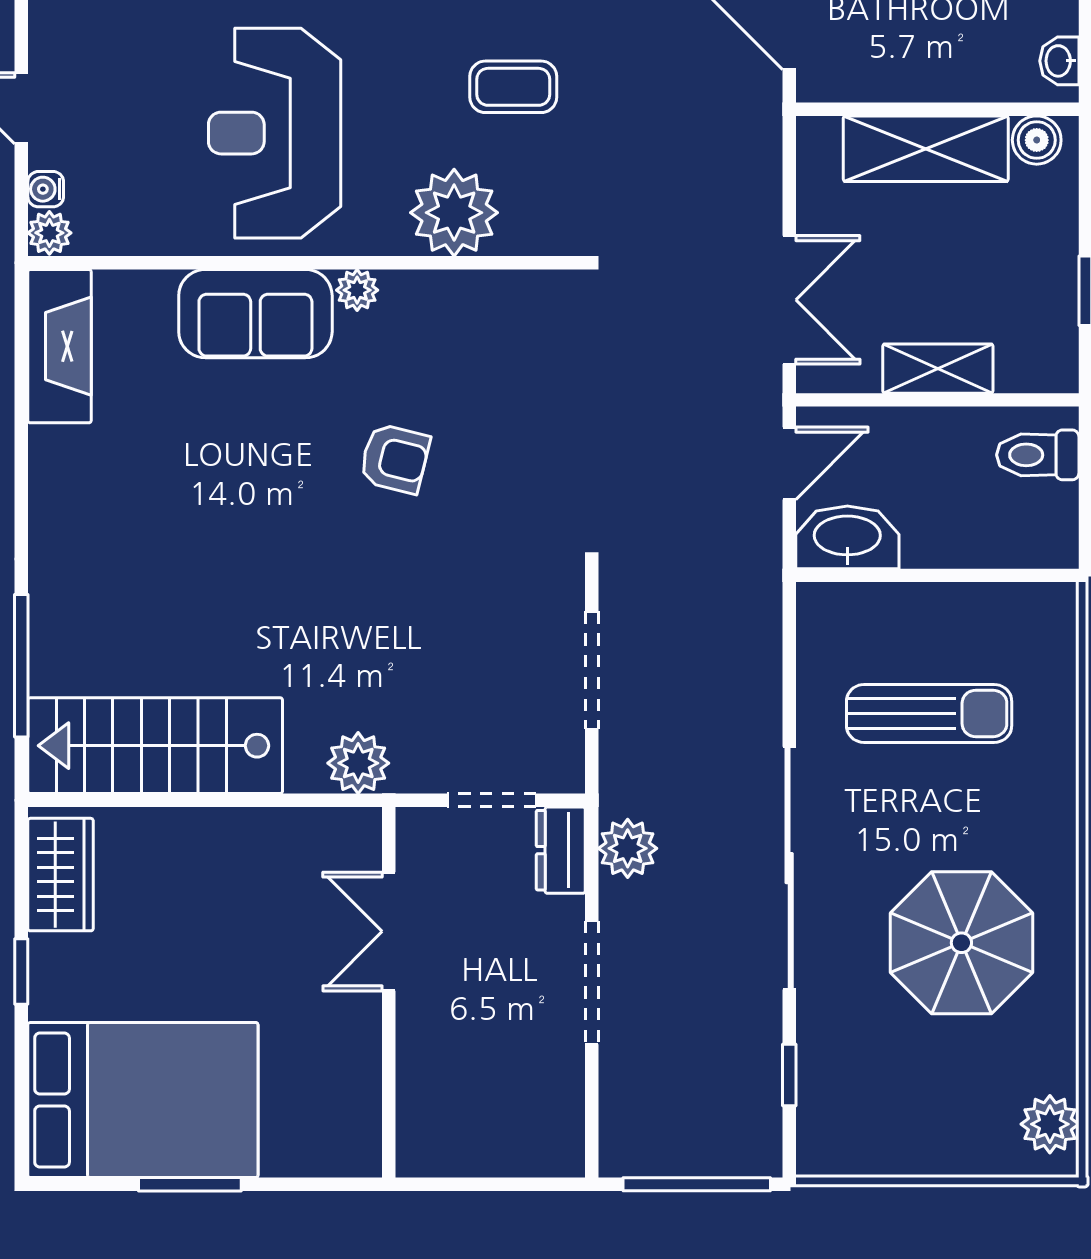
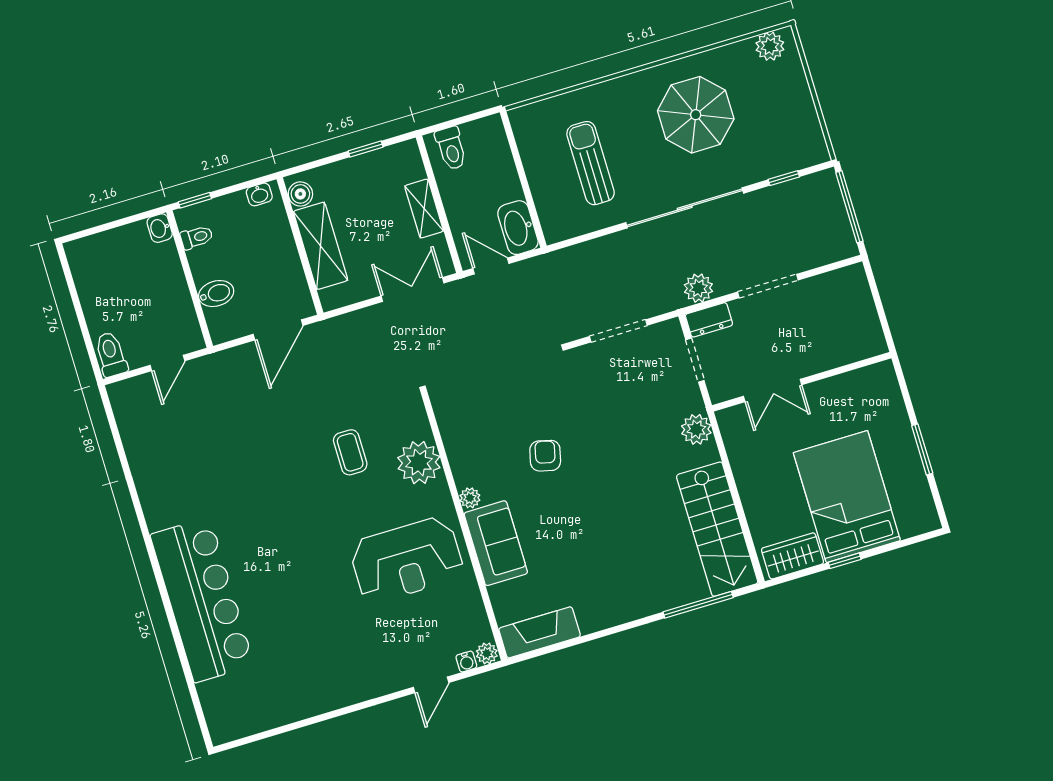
bed: (143, 1100) -> (847, 497), moved

